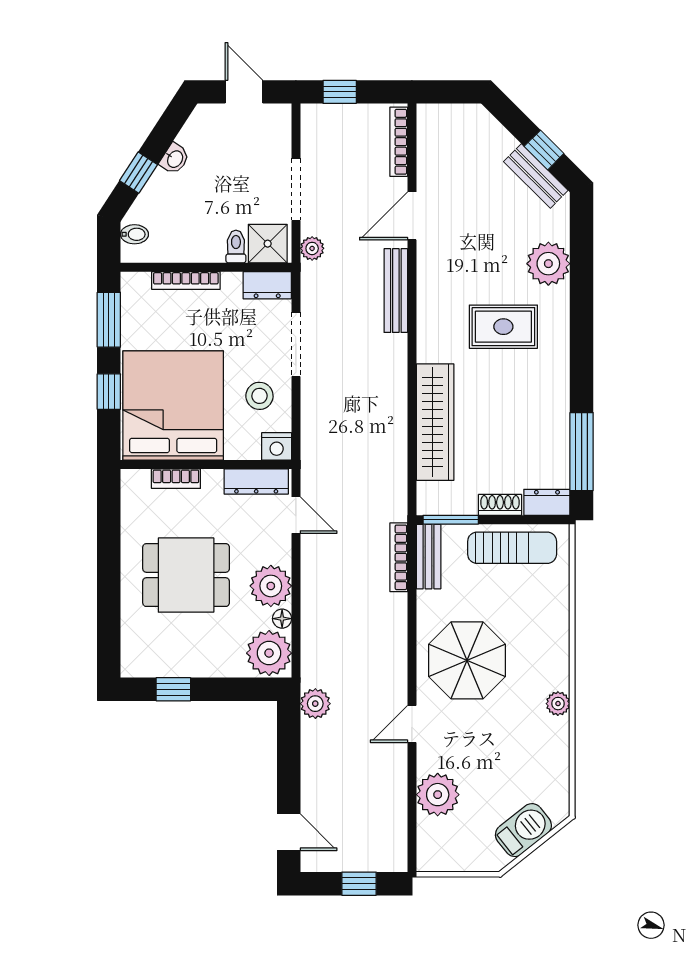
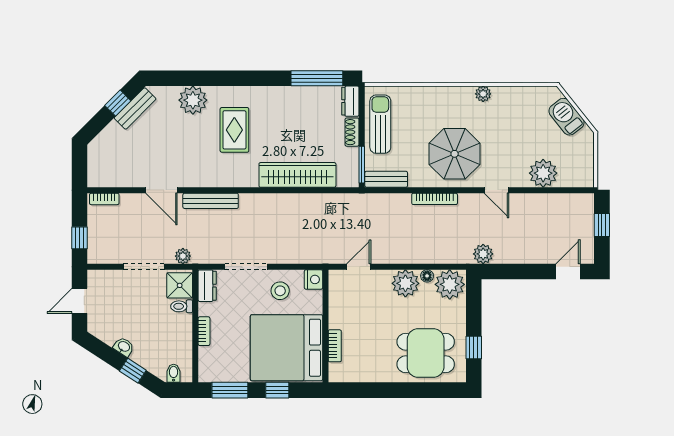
bookcase: (399, 142) -> (104, 199), width x0.64
bookcase: (186, 280) -> (204, 331), width x0.64
dresser: (256, 481) -> (337, 293), removed
bookcase: (399, 557) -> (435, 199), moved
dining table: (186, 575) -> (426, 353), moved, turned 90

